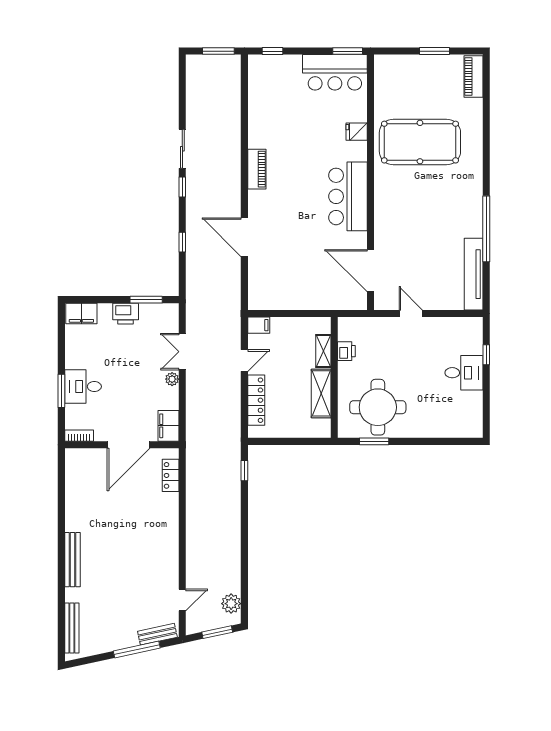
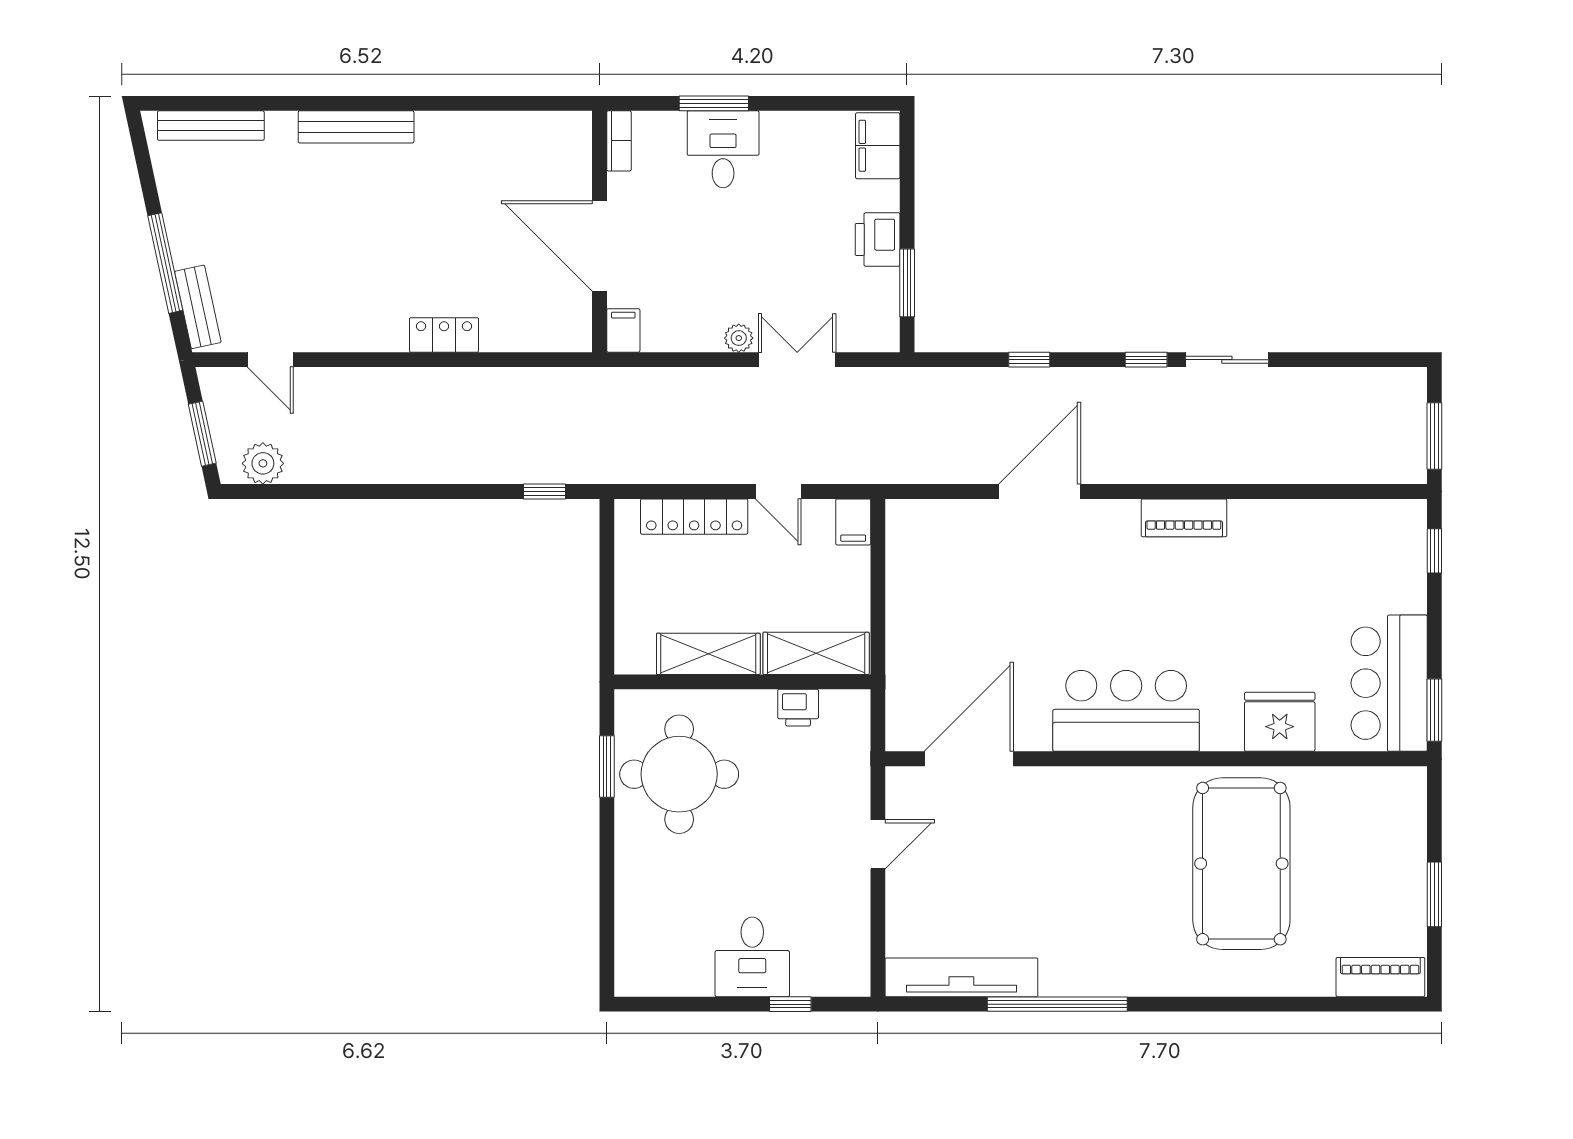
fridge: (357, 132) -> (1280, 722), width x1.88, depth x1.34
shelving: (323, 351) -> (816, 653), width x1.50, depth x1.33
filing cabinet: (168, 426) -> (623, 330), width x0.50
locker: (171, 475) -> (444, 335), moved

